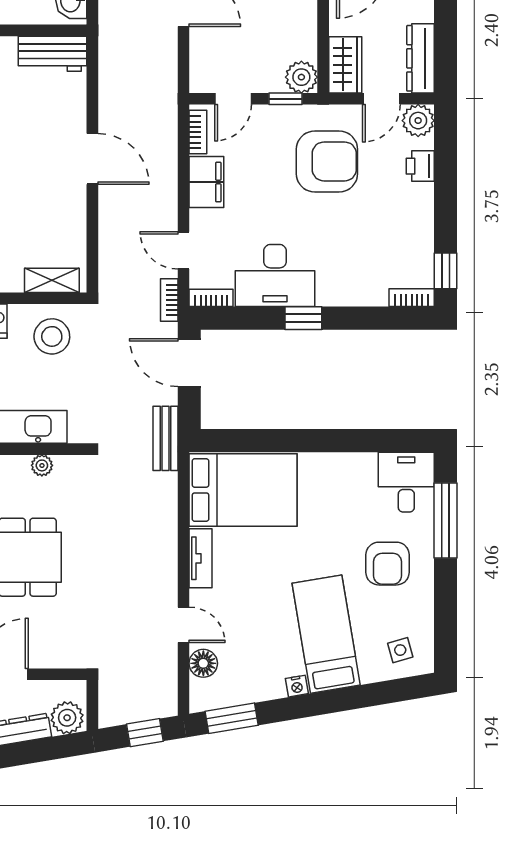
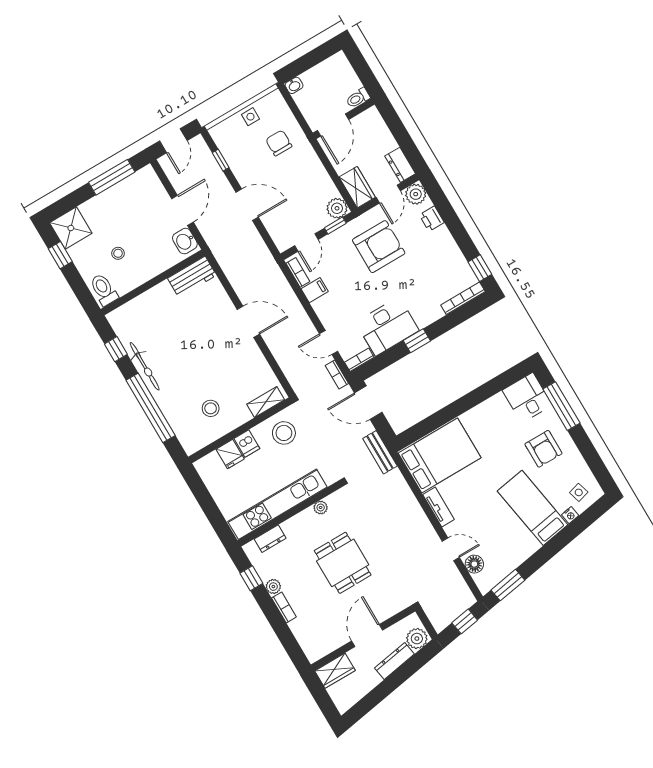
dresser: (421, 58) -> (400, 165), width x0.70
filing cabinet: (206, 182) -> (315, 290), width x0.50
bookcase: (412, 298) -> (463, 298), width x1.56
nightstand: (297, 686) -> (570, 515), moved

